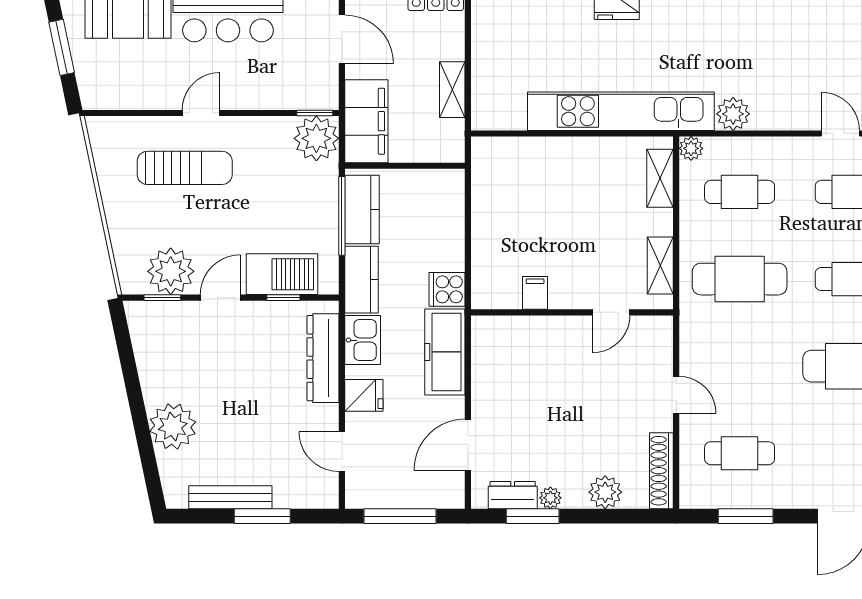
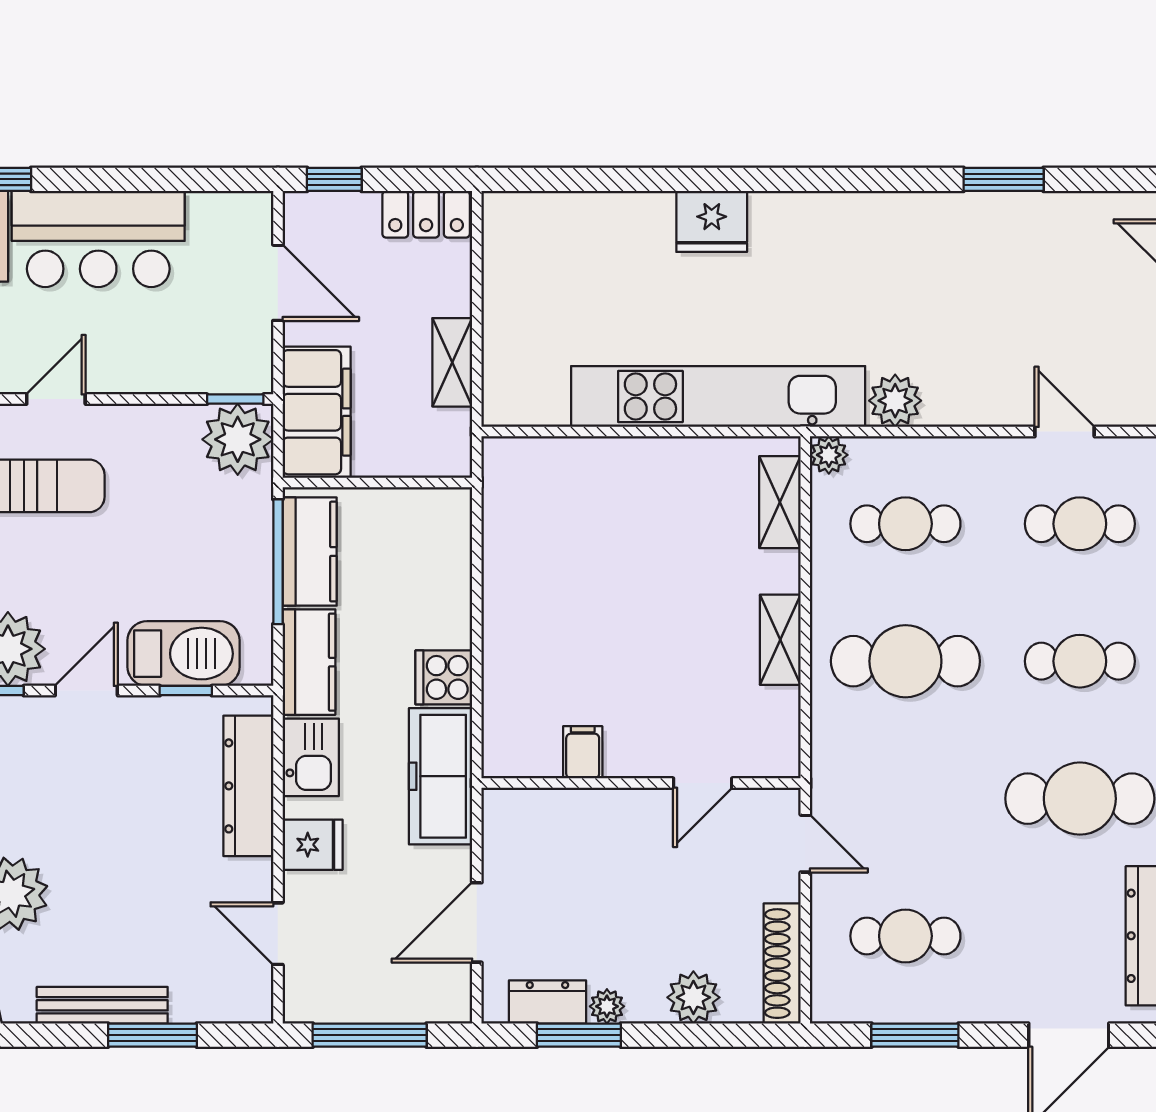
filing cabinet: (535, 293) -> (583, 752), moved
wall: (572, 312) -> (641, 783), moved
door: (611, 312) -> (703, 783), moved

